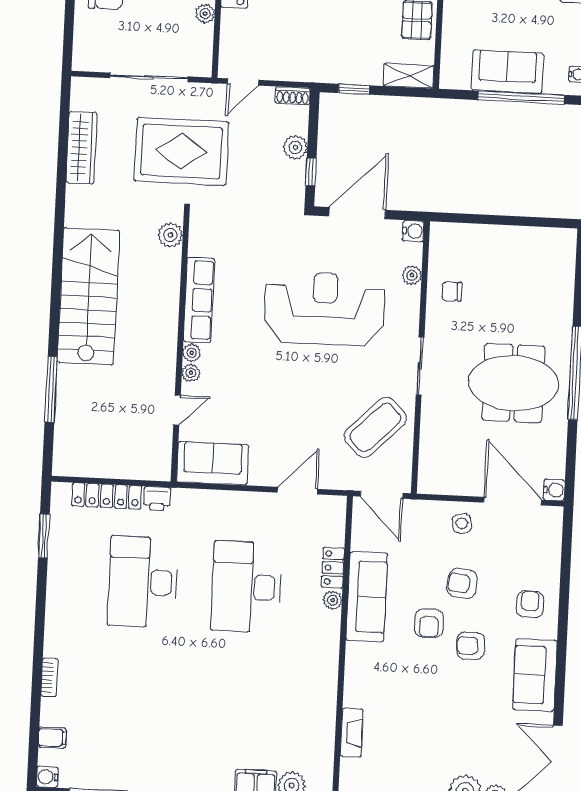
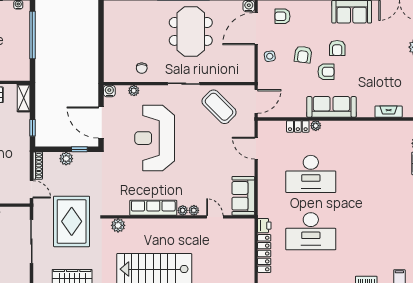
sofa: (507, 72) -> (19, 43), removed
shoe rack: (293, 96) -> (38, 166), width x1.43
sofa: (367, 597) -> (332, 107), moved
armchair: (530, 604) -> (283, 16), moved

